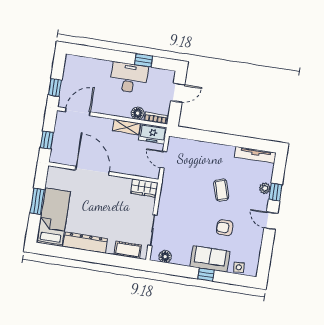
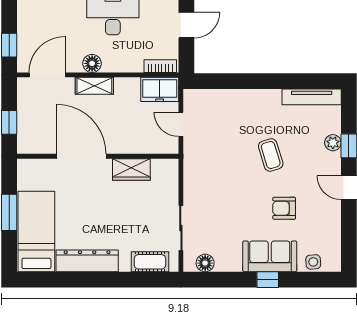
floor lamp: (138, 113) -> (92, 63), moved
shelving: (126, 127) -> (94, 86), moved
wardrobe: (144, 188) -> (131, 169), moved

